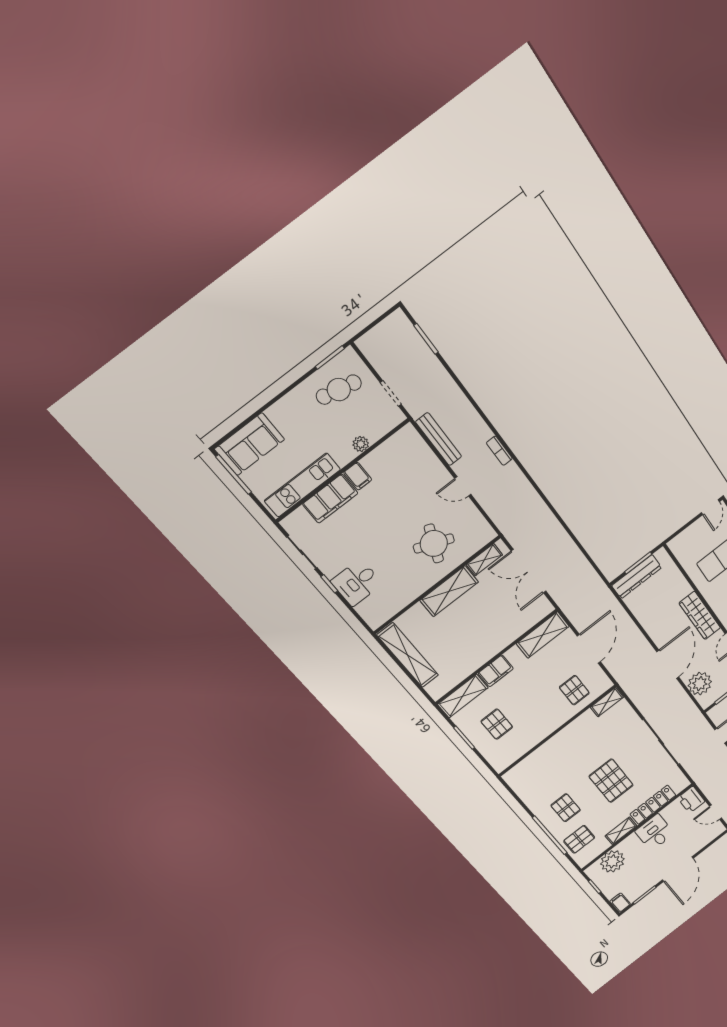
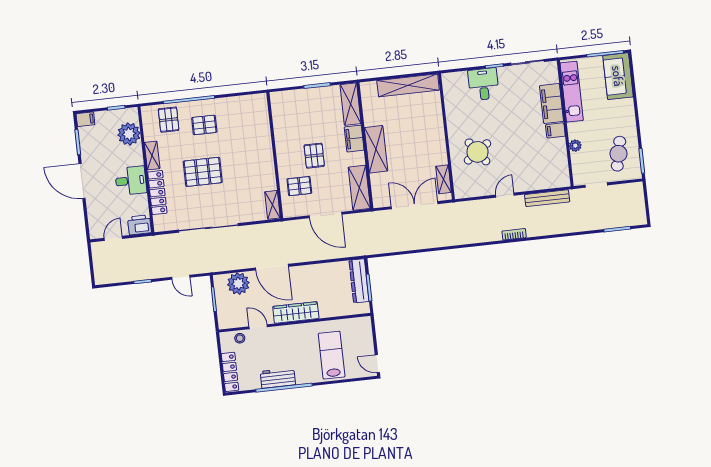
round table: (434, 543) -> (477, 152), turned 32
shelving: (449, 591) -> (376, 149), moved
pallet: (497, 724) -> (314, 156), moved, turned 90

